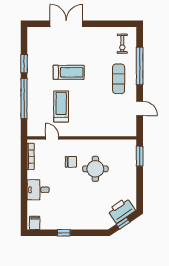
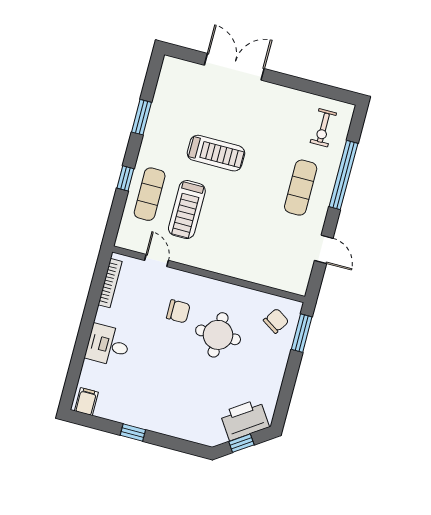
window: (24, 99) -> (125, 178), width x0.32
exercise mat: (39, 104) -> (150, 194), added
treadmill: (61, 106) -> (187, 210), turned 180
chair: (124, 153) -> (276, 321), added

